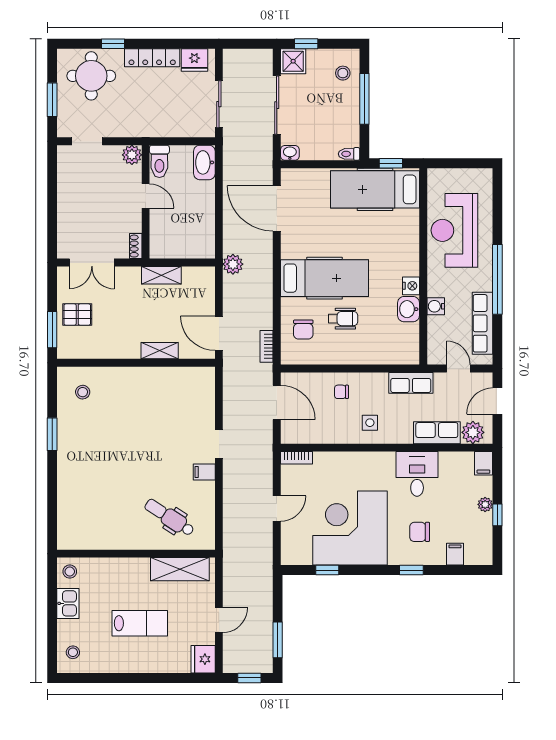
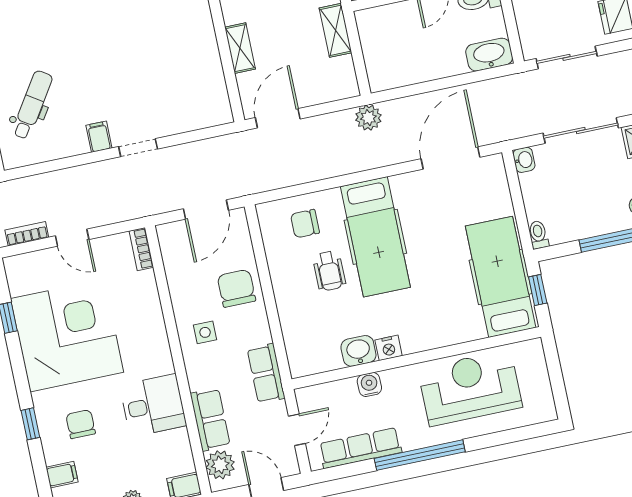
bookcase: (266, 346) -> (27, 234), moved
chair: (341, 392) -> (236, 288), width x1.87, depth x1.87

